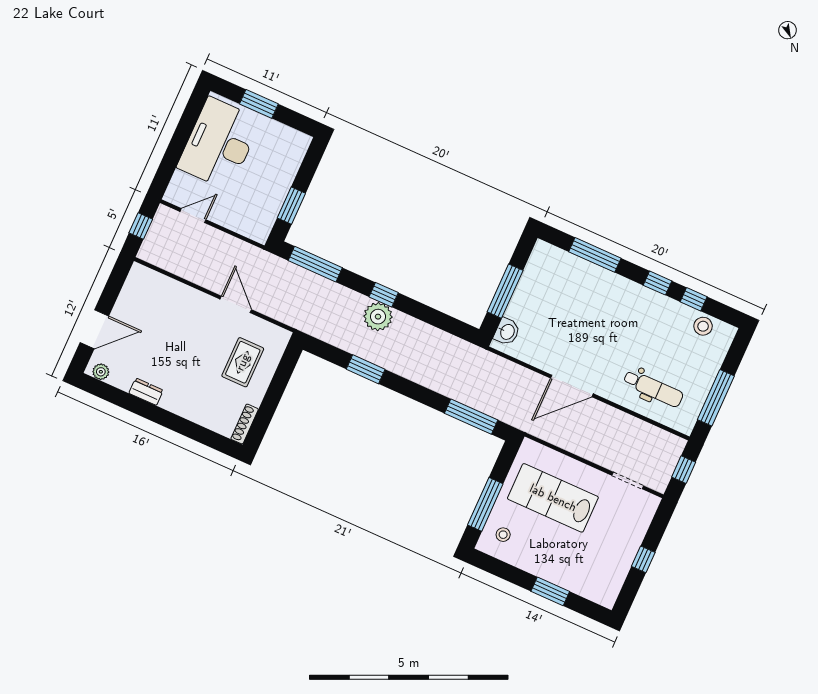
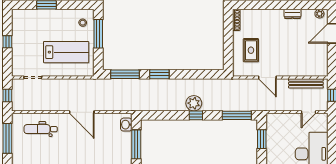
bench: (176, 266) -> (306, 83), added
window: (366, 369) -> (159, 74), moved
door: (572, 386) -> (82, 112), swing flipped

